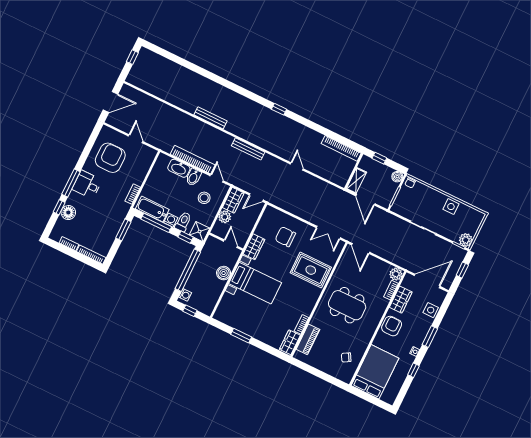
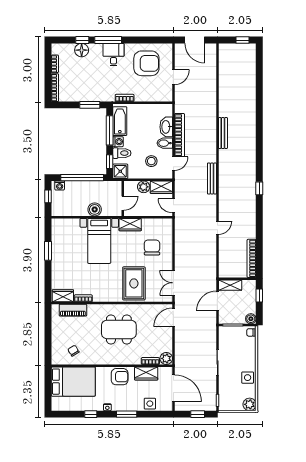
plant: (466, 240) -> (250, 404), moved
dining table: (347, 305) -> (119, 329), turned 90

